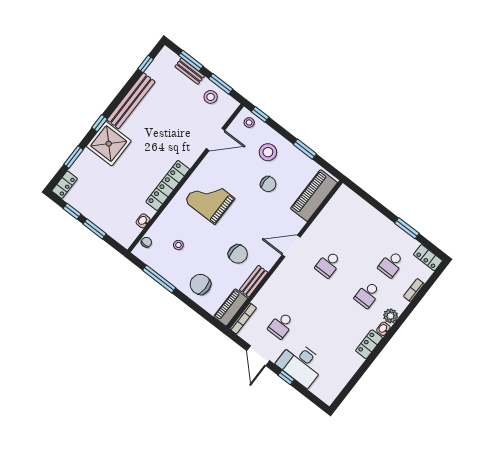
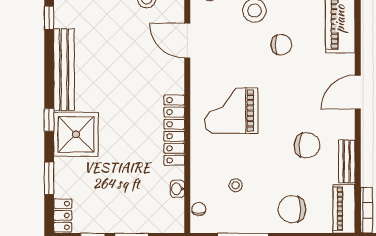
door: (216, 139) -> (187, 41), swing flipped

